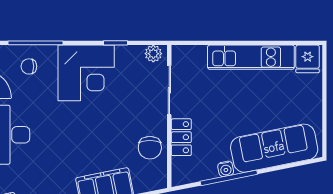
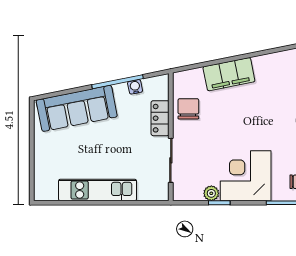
plant: (153, 54) -> (211, 193), moved
fridge: (308, 59) -> (47, 189), removed
water cooler: (226, 169) -> (135, 87), moved

